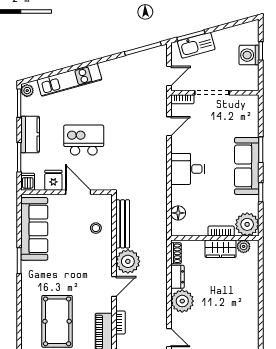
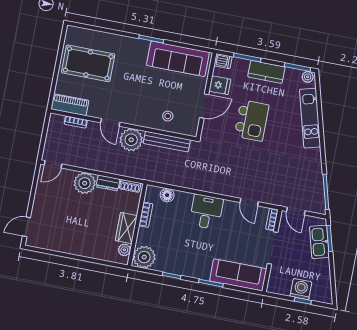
sofa: (247, 166) -> (238, 275), moved
bookcase: (221, 231) -> (146, 215), moved

